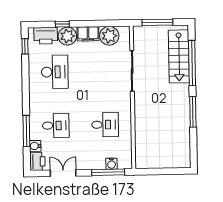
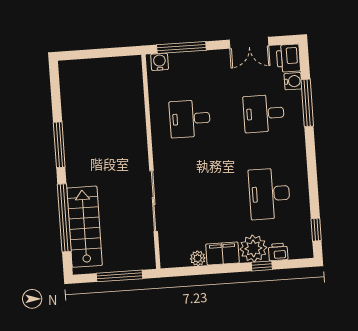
printer: (46, 36) -> (278, 252), width x0.53, depth x0.68
plant: (109, 36) -> (198, 258), width x0.53, depth x0.53
water cooler: (112, 164) -> (160, 62), moved

